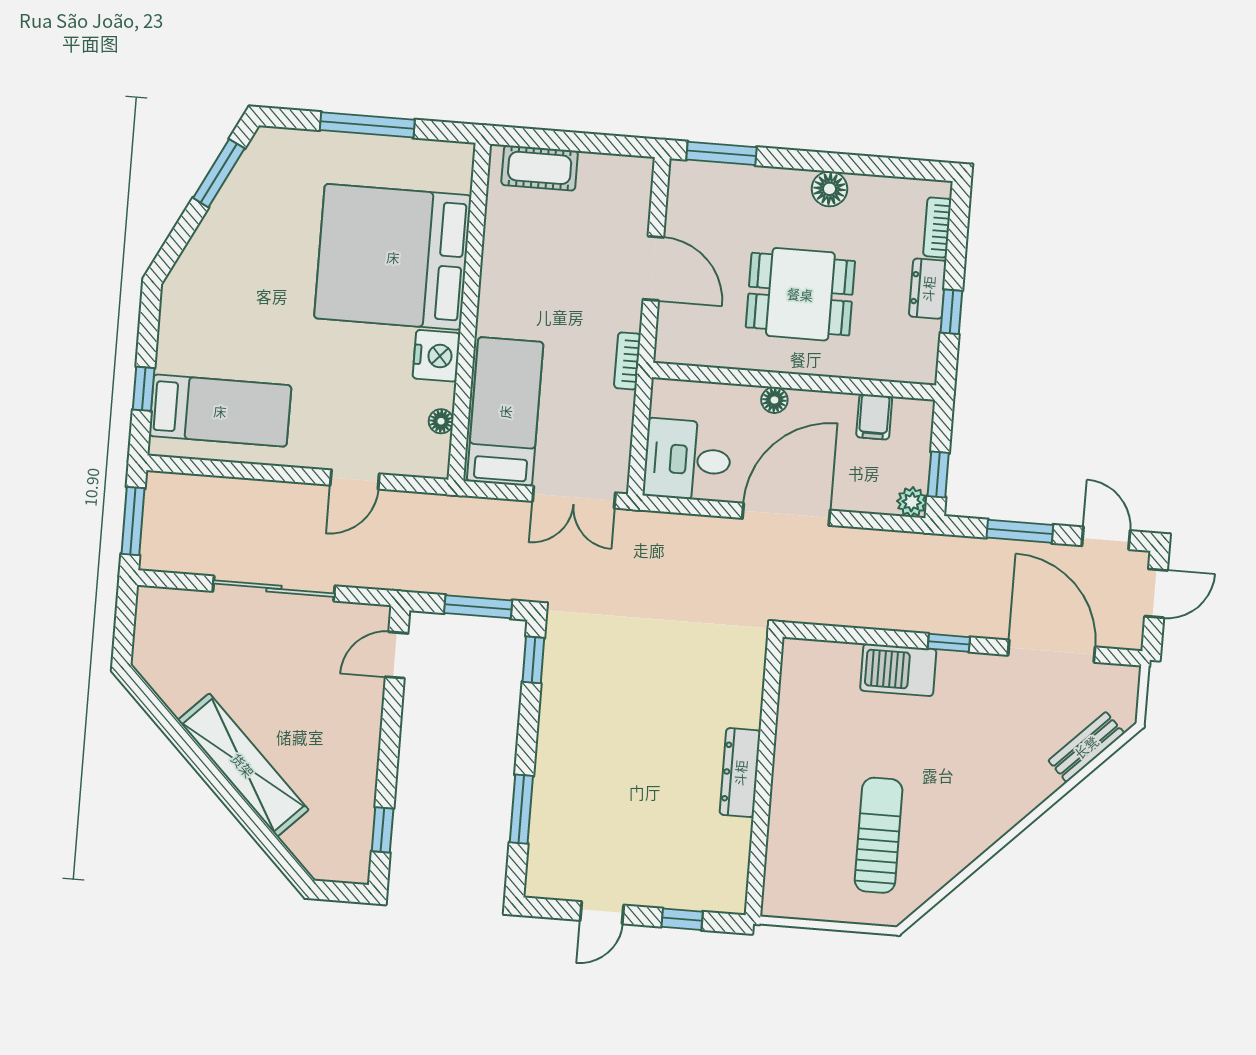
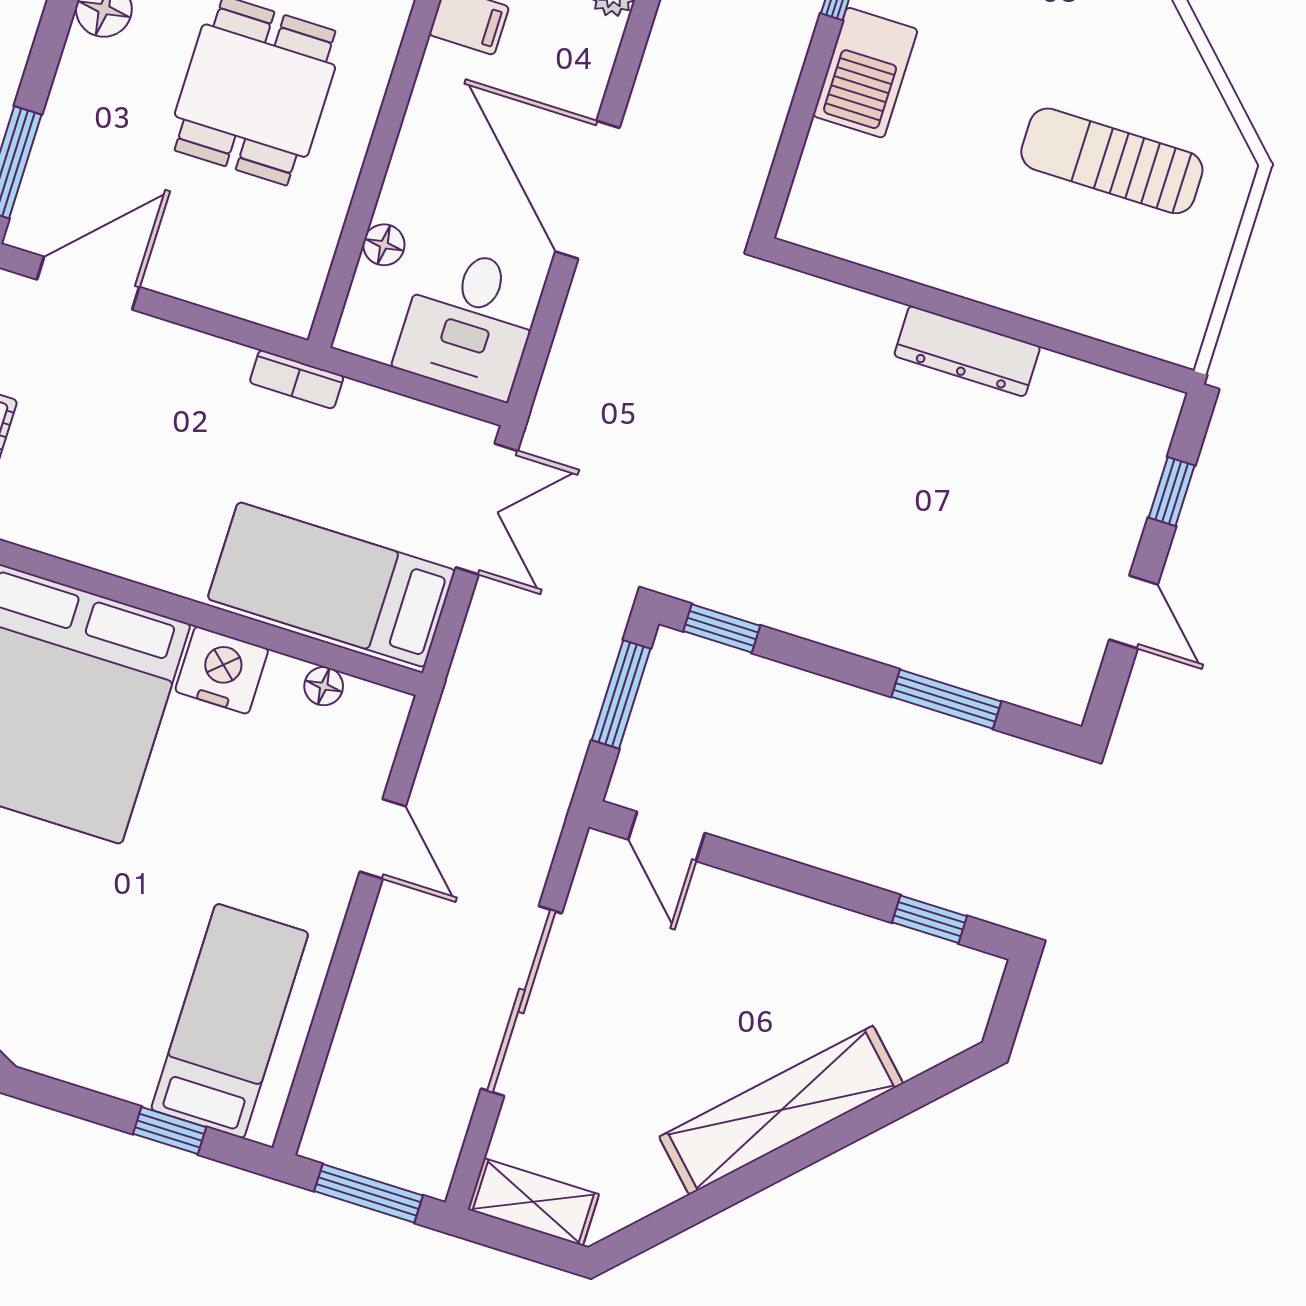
door: (653, 268) -> (88, 283), moved
floor lamp: (774, 400) -> (384, 245), moved
shelving: (151, 624) -> (533, 1202), added

